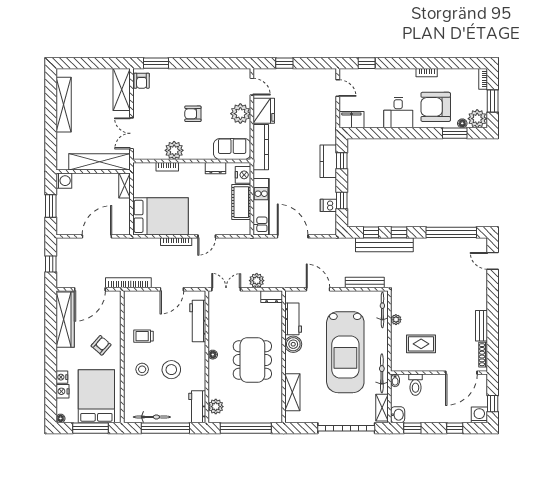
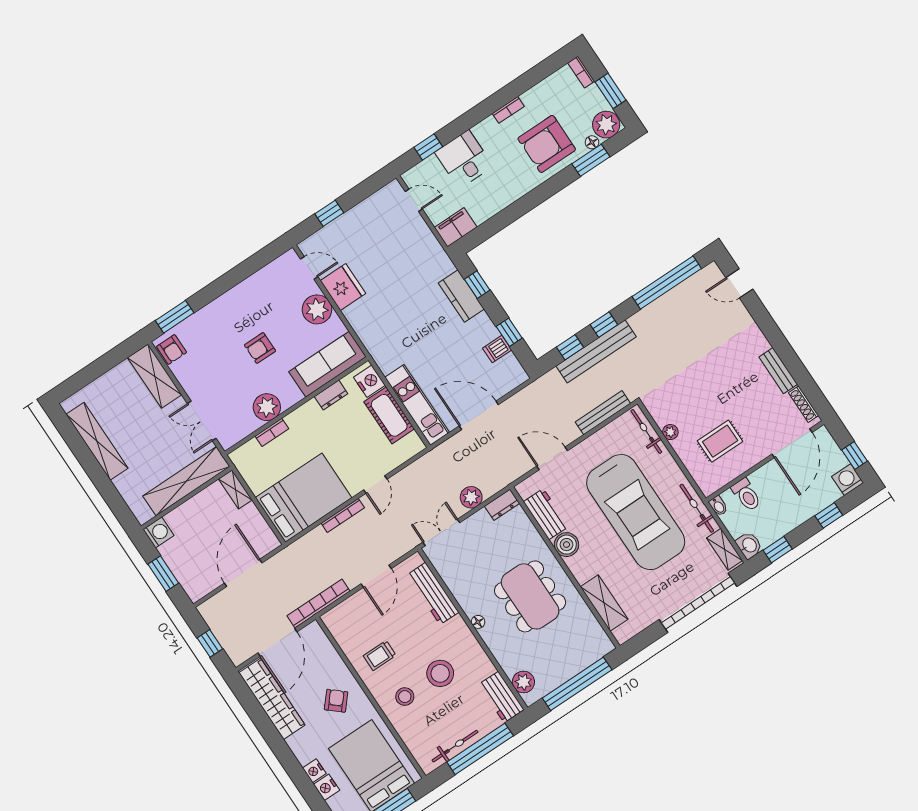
desk: (398, 112) -> (464, 159), moved, turned 180
kitchen counter: (261, 147) -> (369, 333), removed
sofa: (232, 149) -> (328, 364), width x1.36

